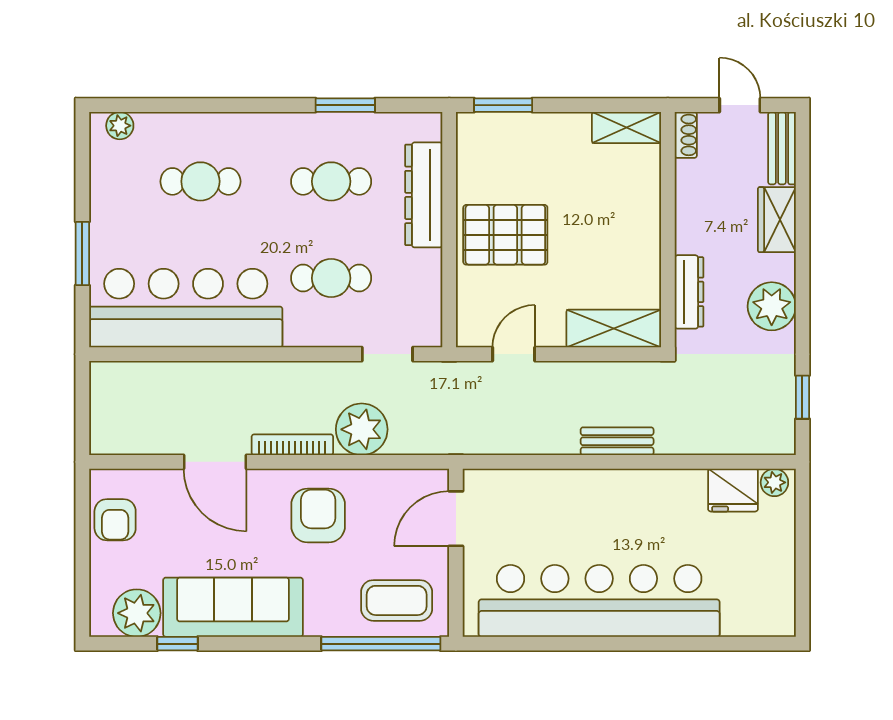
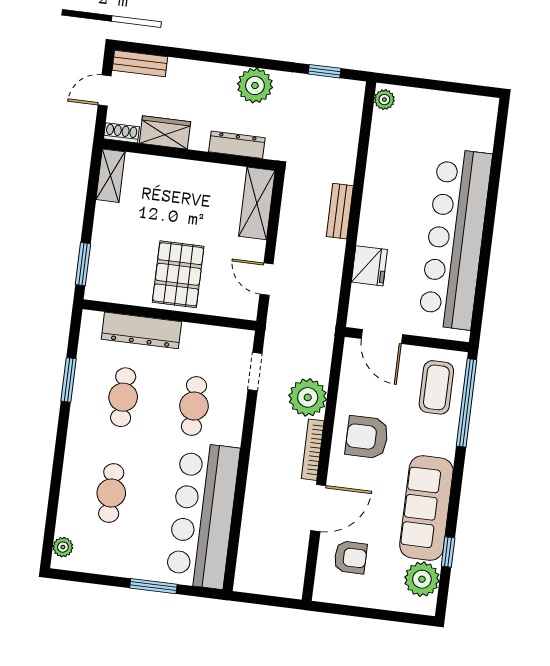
wardrobe: (777, 220) -> (165, 132), moved, turned 180
fridge: (733, 490) -> (369, 266), moved
armchair: (115, 520) -> (350, 557), moved

